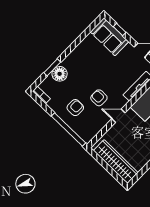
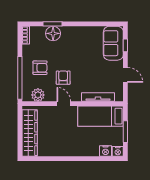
plant: (94, 128) -> (38, 95), added

